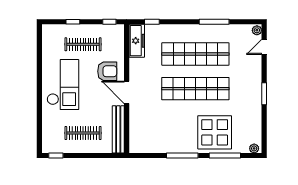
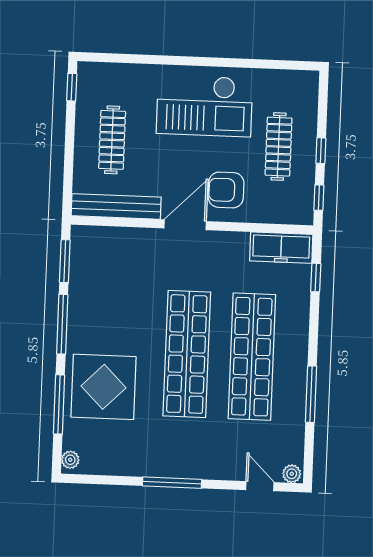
window: (73, 22) -> (321, 151), moved
armchair: (107, 71) -> (226, 190), turned 90
window: (264, 94) -> (172, 483), width x1.44
window: (149, 156) -> (65, 261), added

